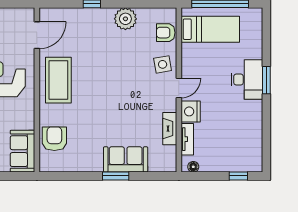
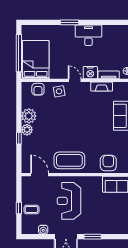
plant: (105, 16) -> (27, 130), added
bed: (210, 29) -> (36, 60), width x1.50
desk: (247, 80) -> (88, 35), moved
armchair: (54, 139) -> (108, 163), turned 90

